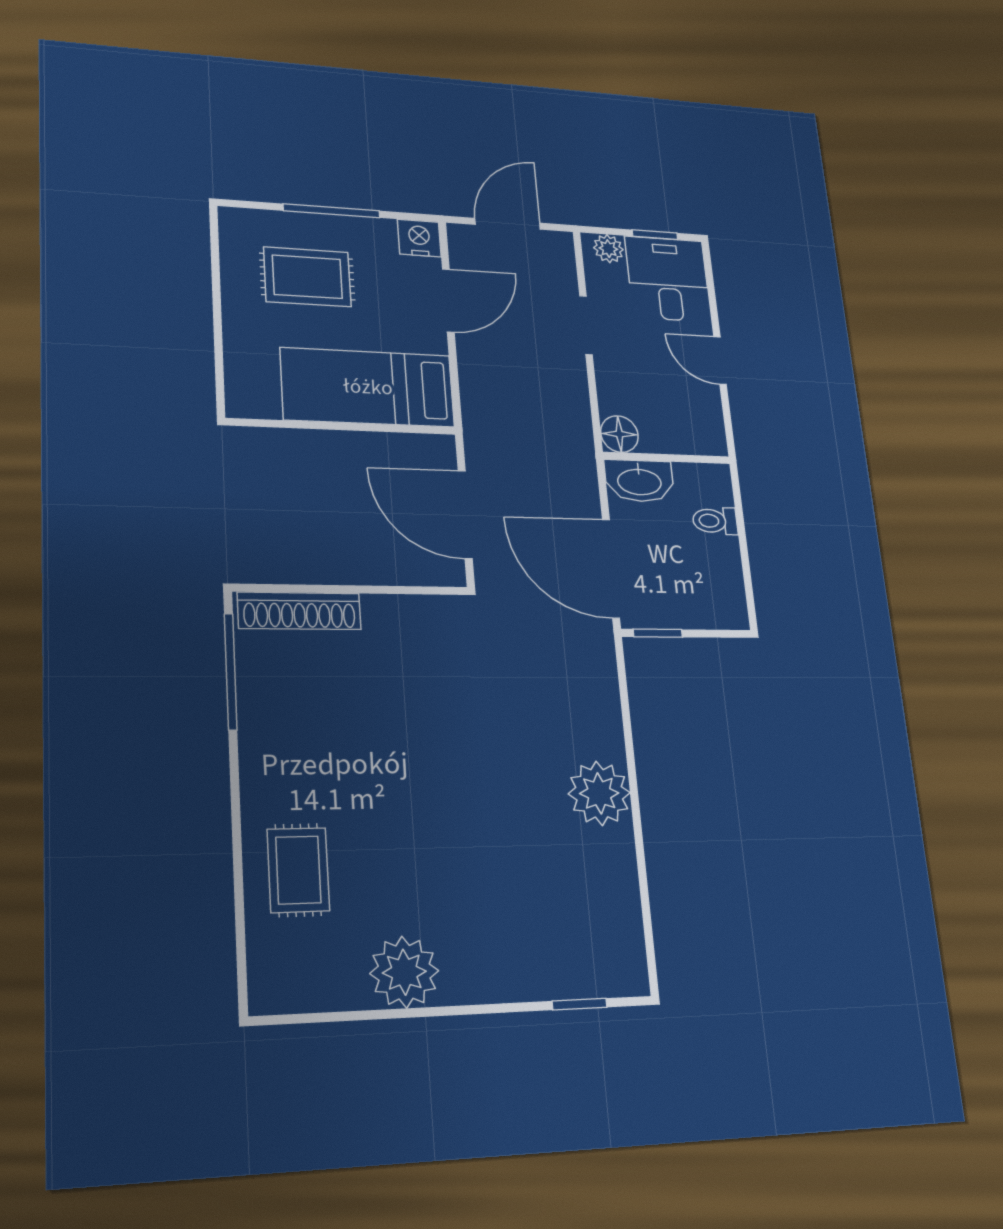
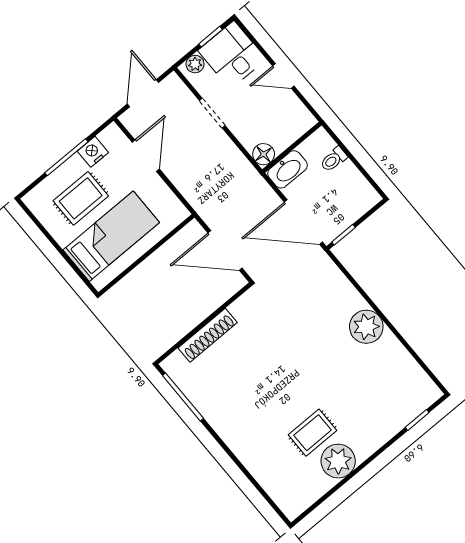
nightstand: (419, 238) -> (93, 152), moved
bed: (368, 387) -> (111, 236), moved, turned 180
shoe rack: (299, 611) -> (208, 335), moved
rug: (298, 870) -> (313, 433), moved, turned 90

